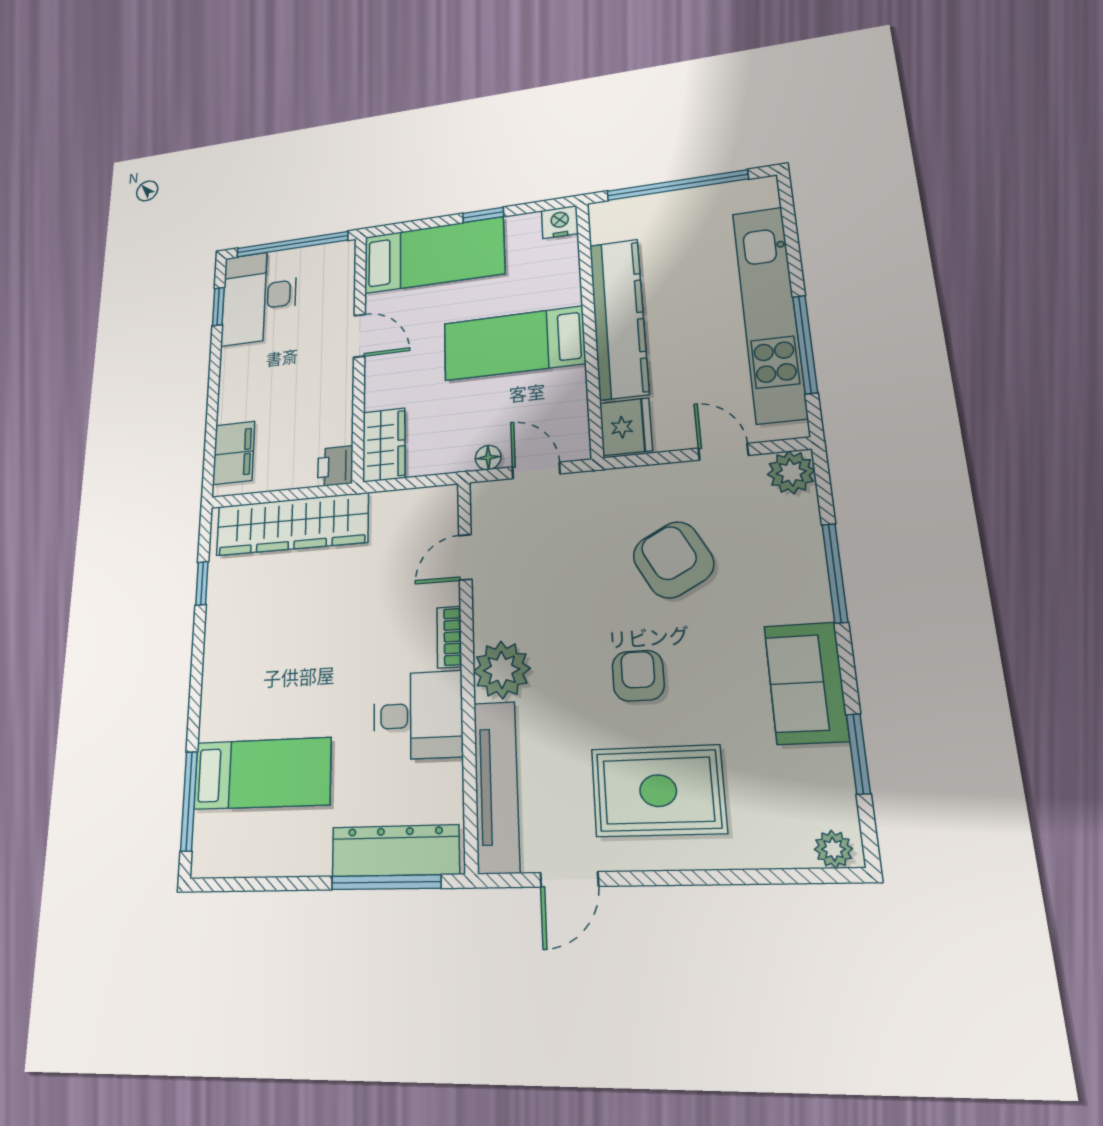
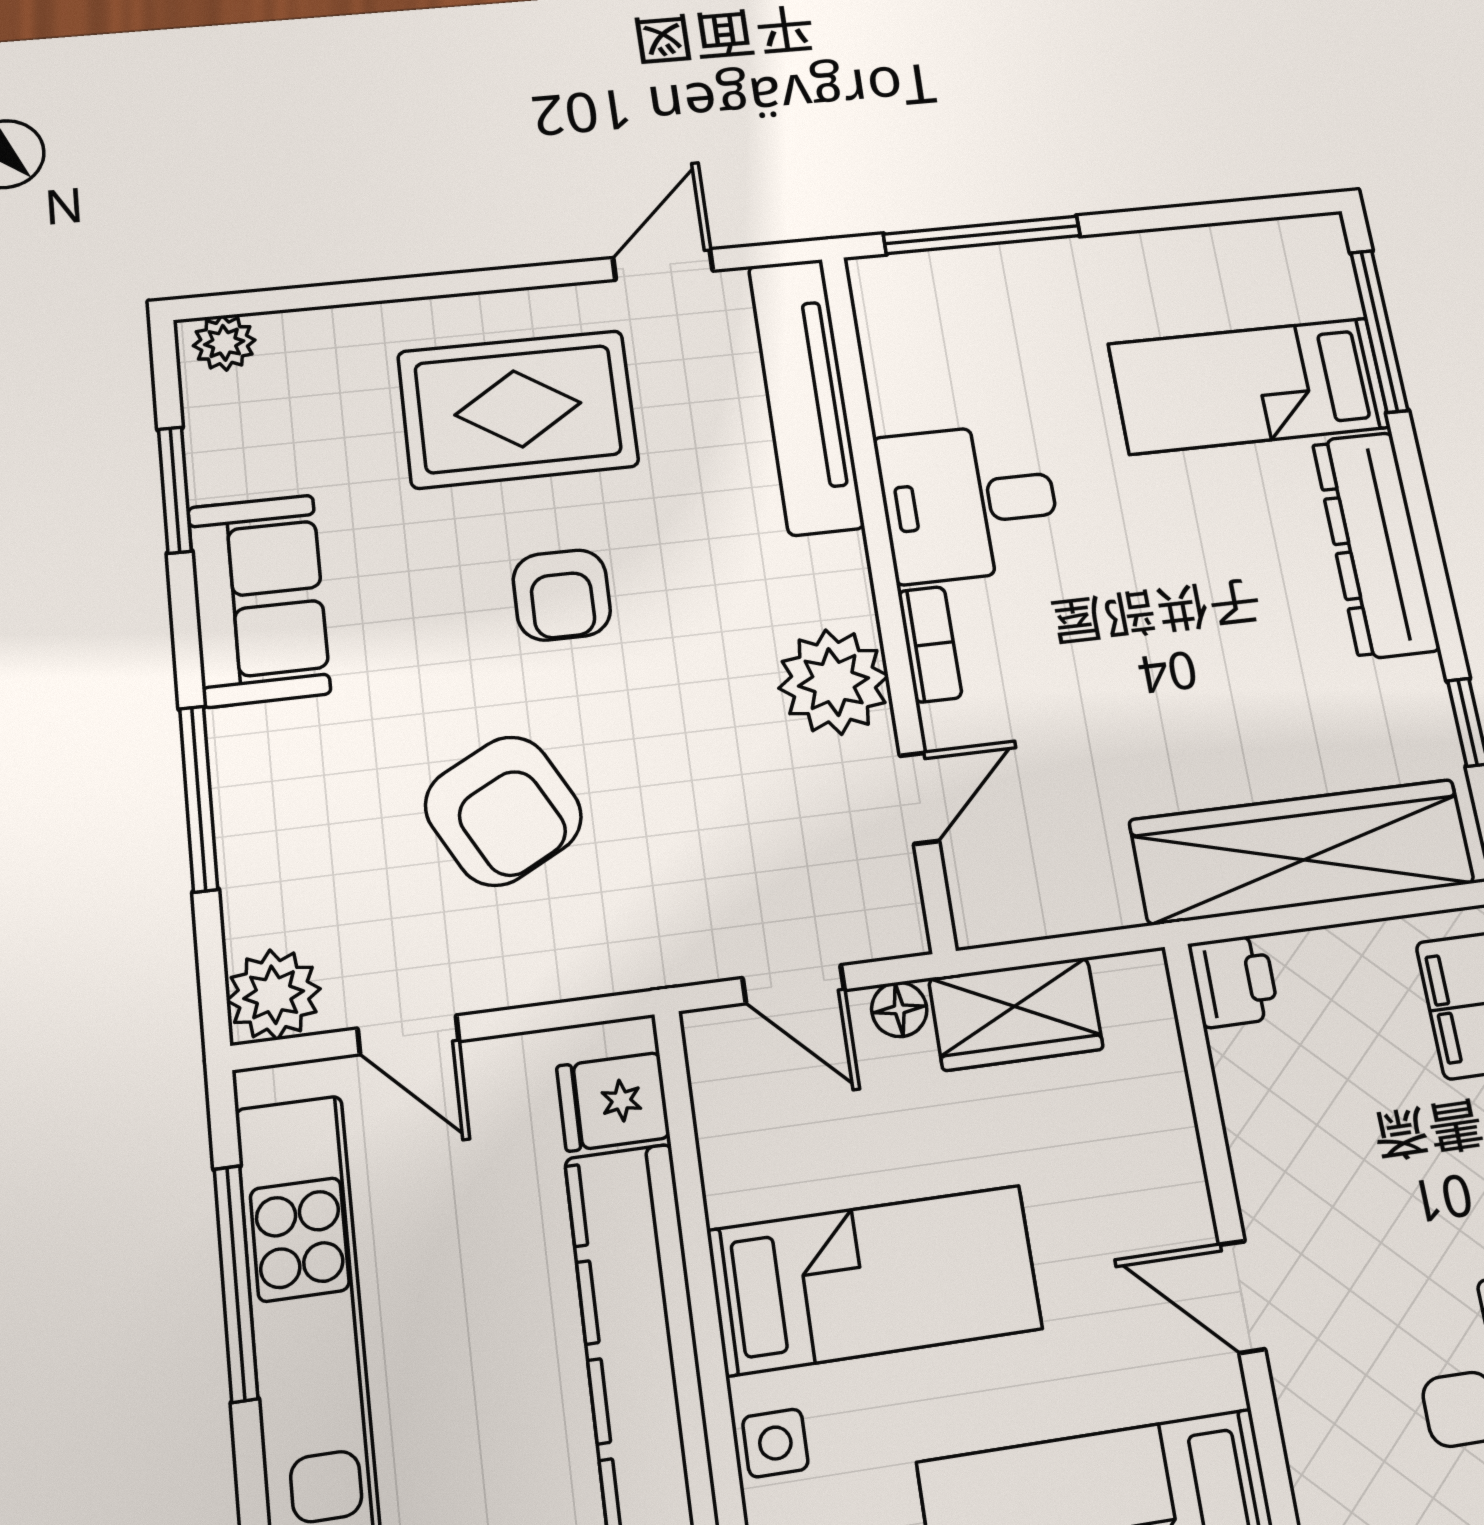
side table: (564, 281) -> (775, 1443), added
fridge: (626, 427) -> (613, 1102), width x0.72
wardrobe: (384, 445) -> (1016, 1014), moved, turned -90
plant: (502, 670) -> (834, 682), moved
dresser: (395, 851) -> (1376, 545), moved, turned 90

